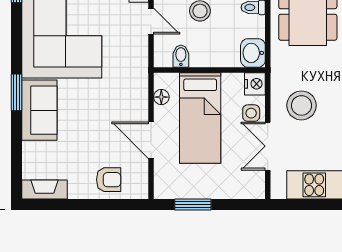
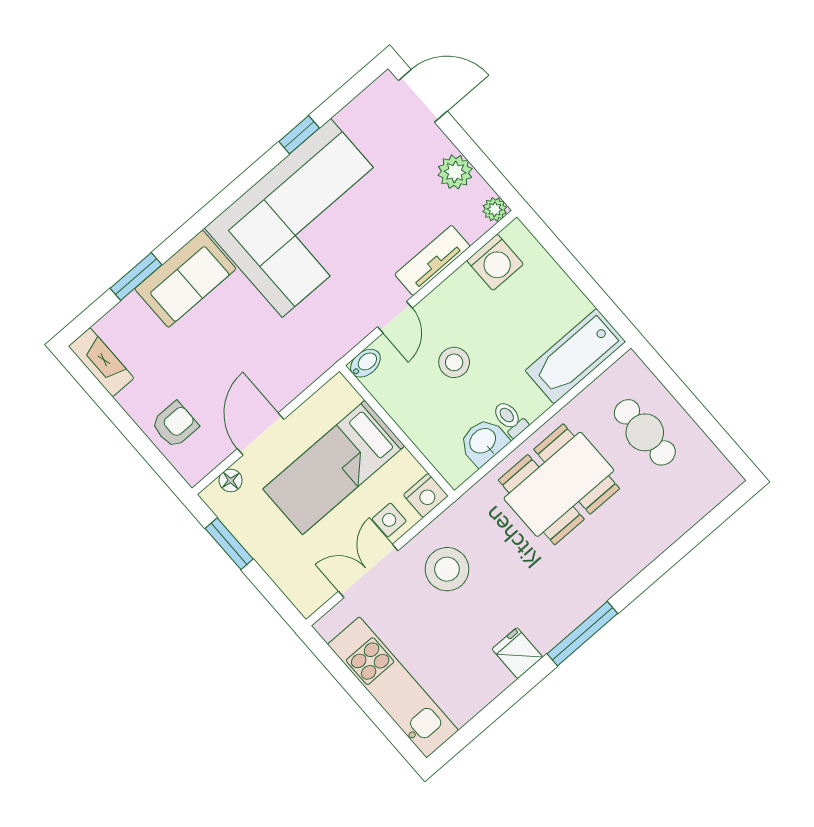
washbasin: (253, 53) -> (483, 442), moved
bidet: (181, 56) -> (365, 363), moved
window: (16, 92) -> (136, 276), moved
floor lamp: (161, 97) -> (231, 480), moved
armchair: (109, 180) -> (175, 425), turned -90

